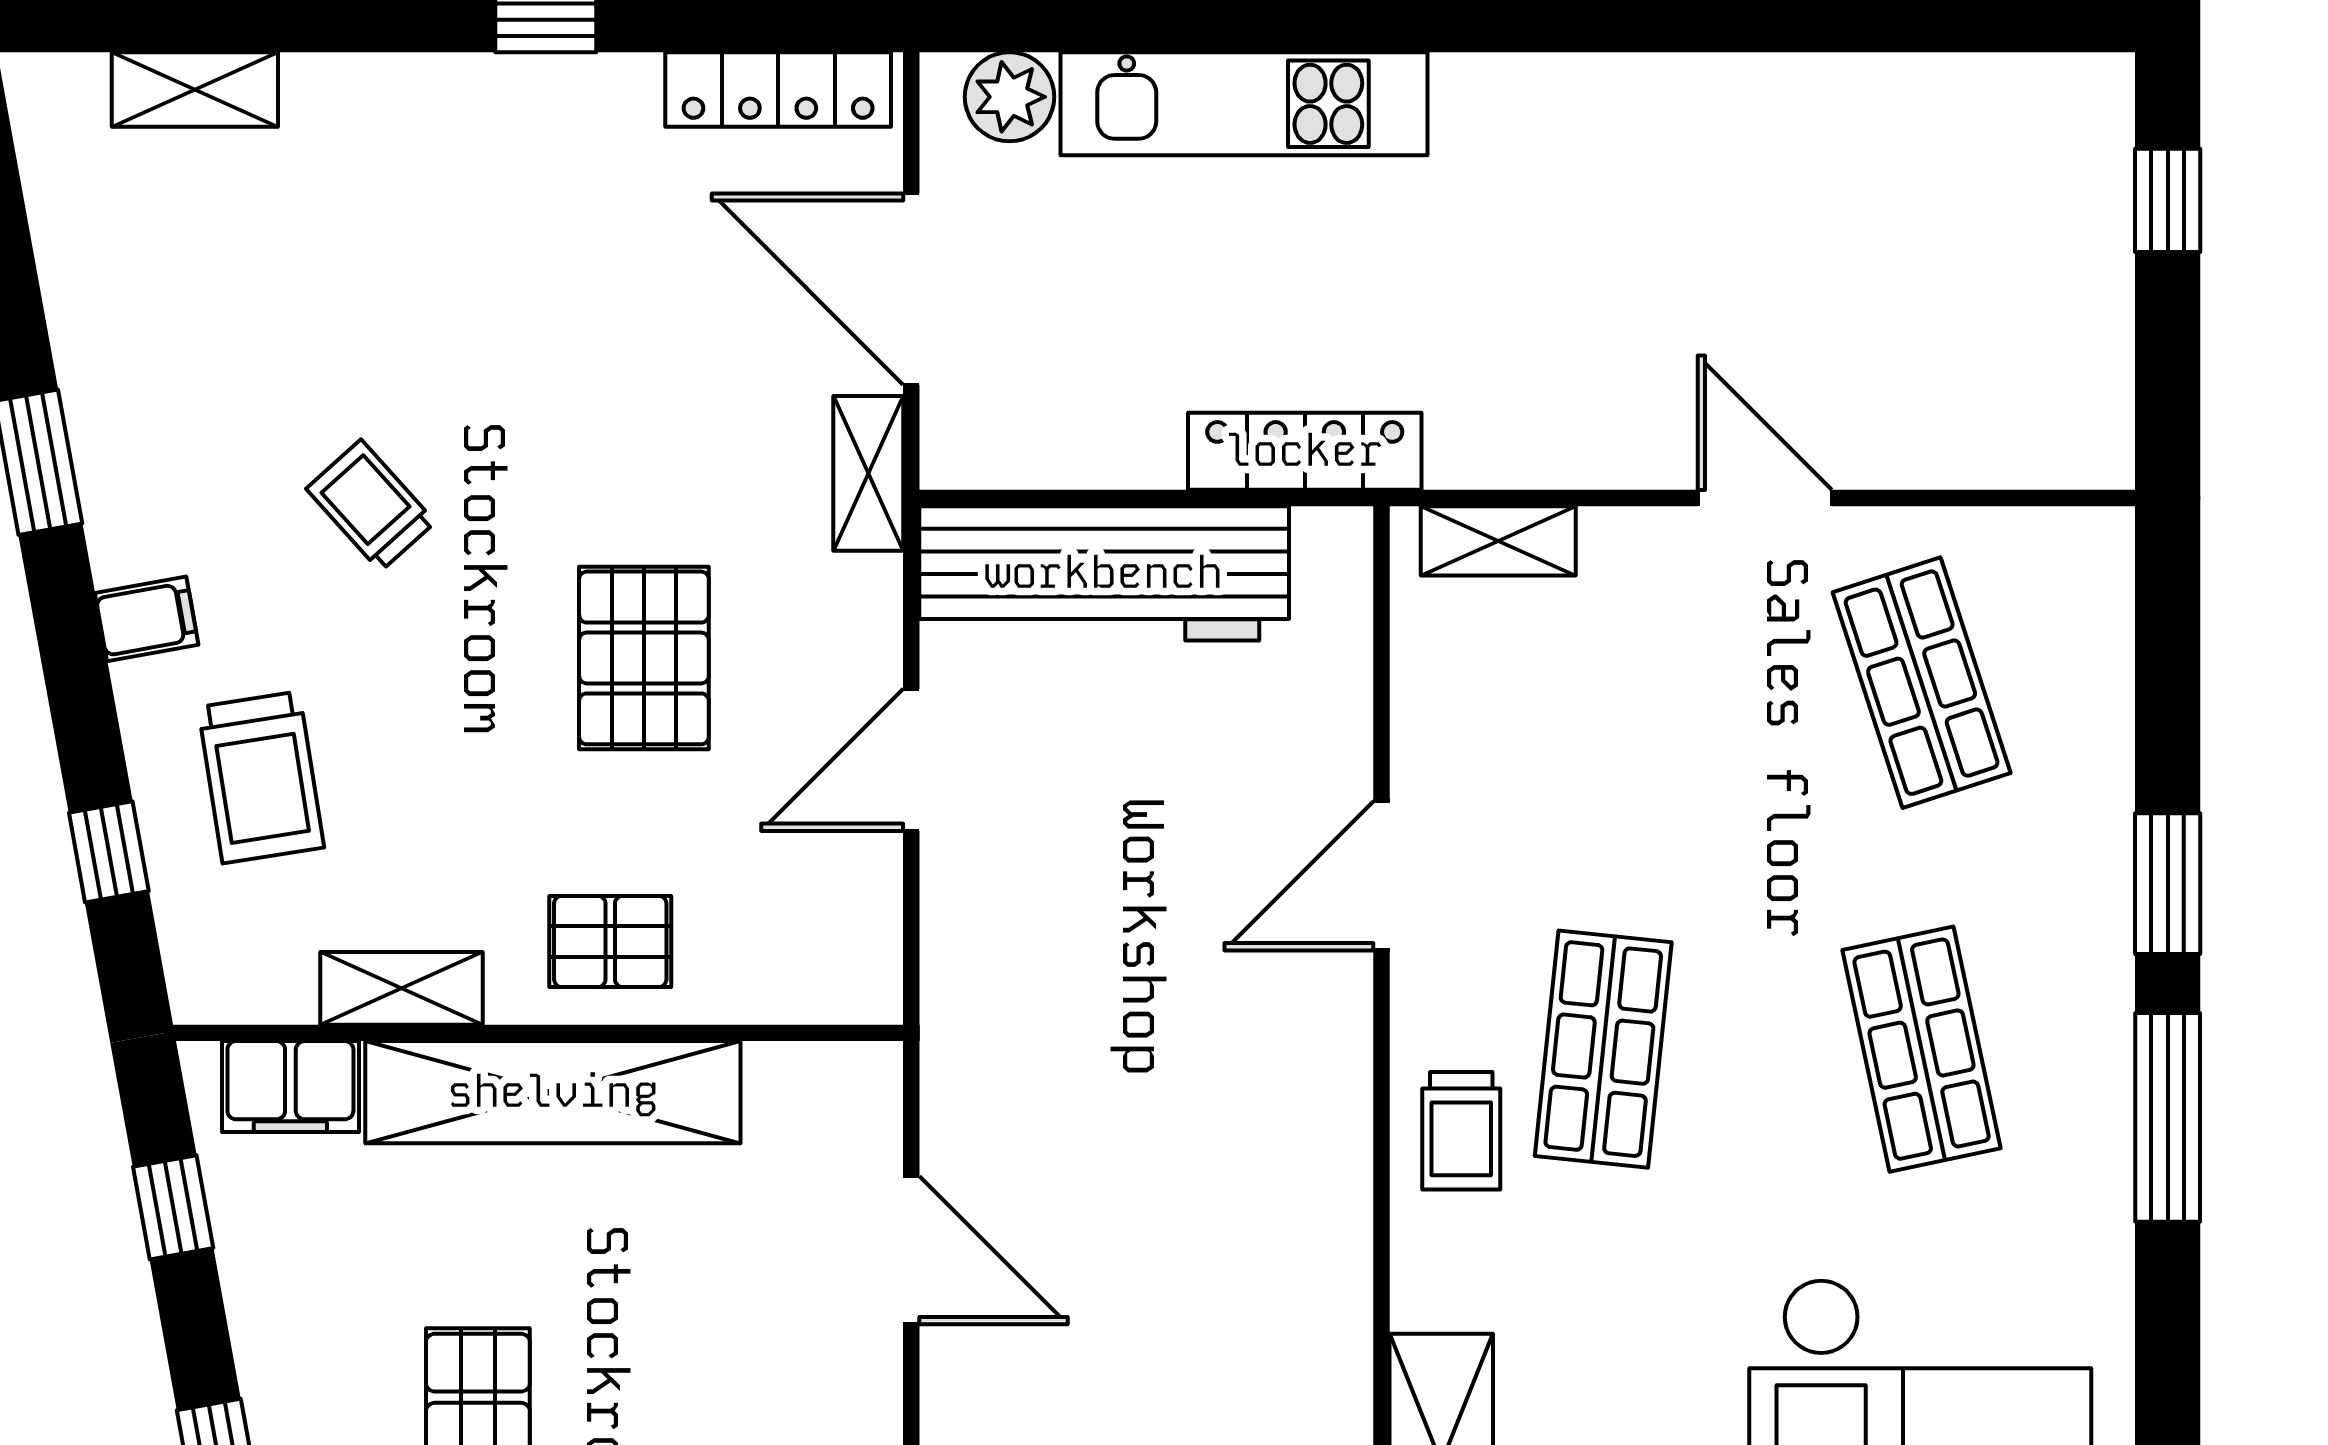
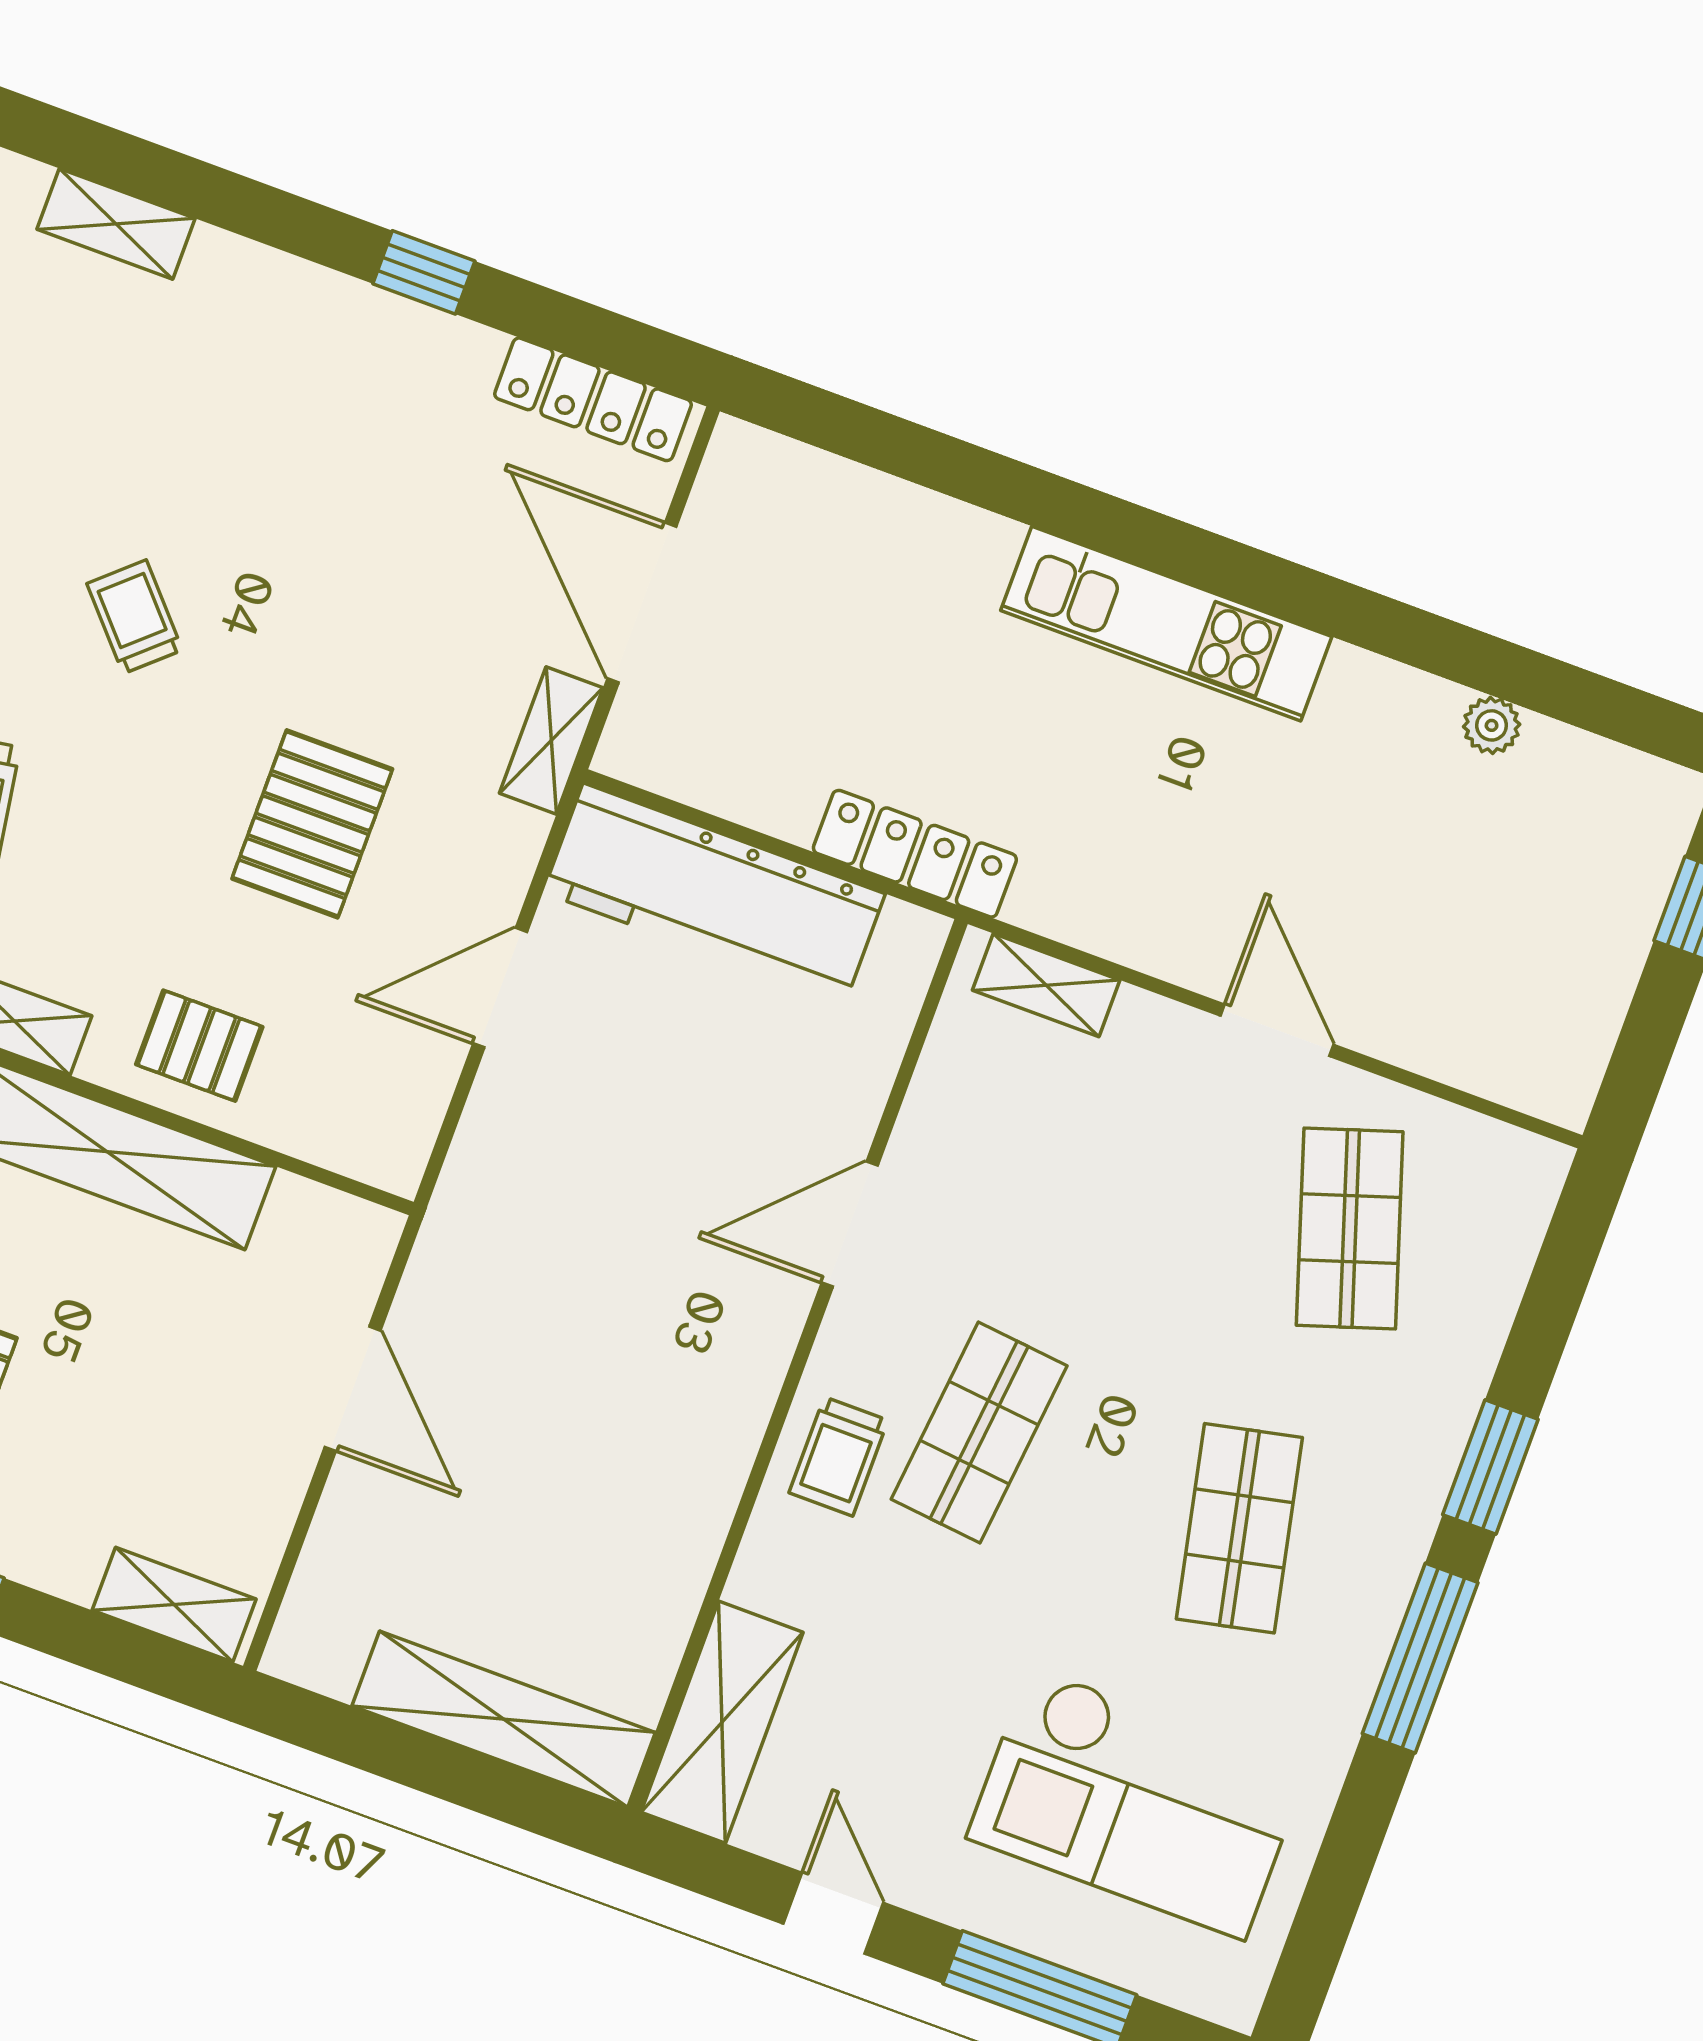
plant: (1010, 97) -> (1492, 725), moved, width x0.73, depth x0.73
kitchen unit: (1244, 104) -> (1166, 624), moved

